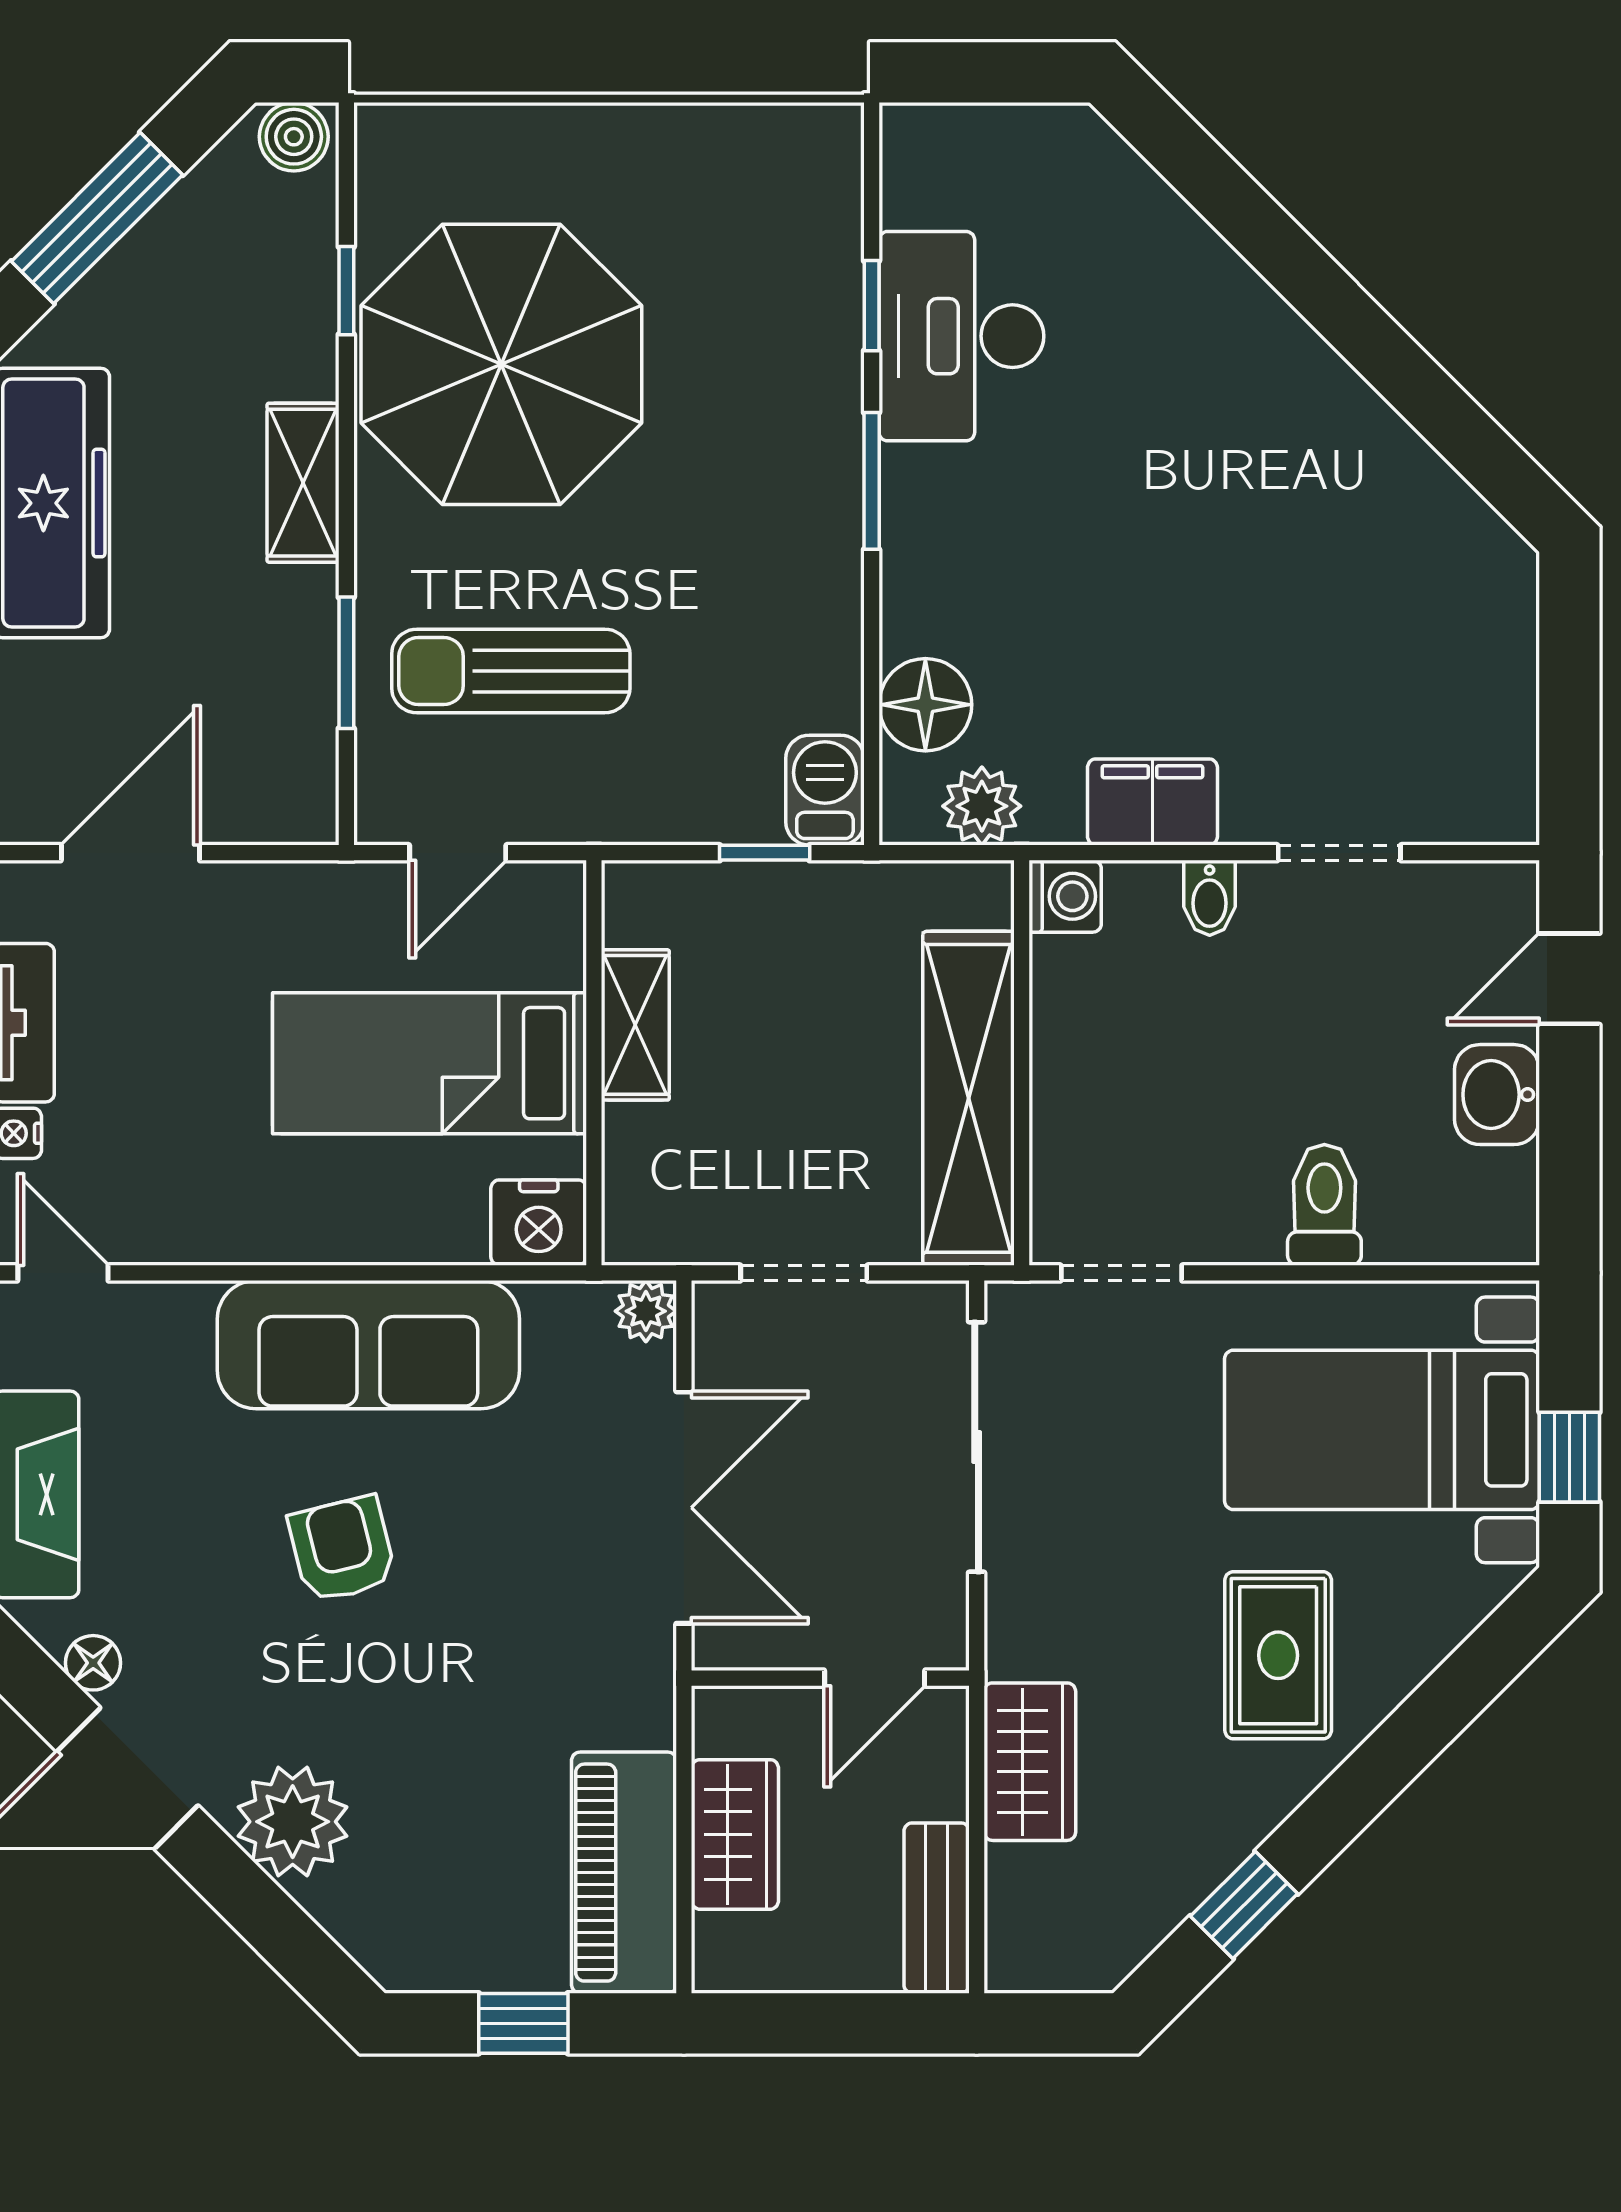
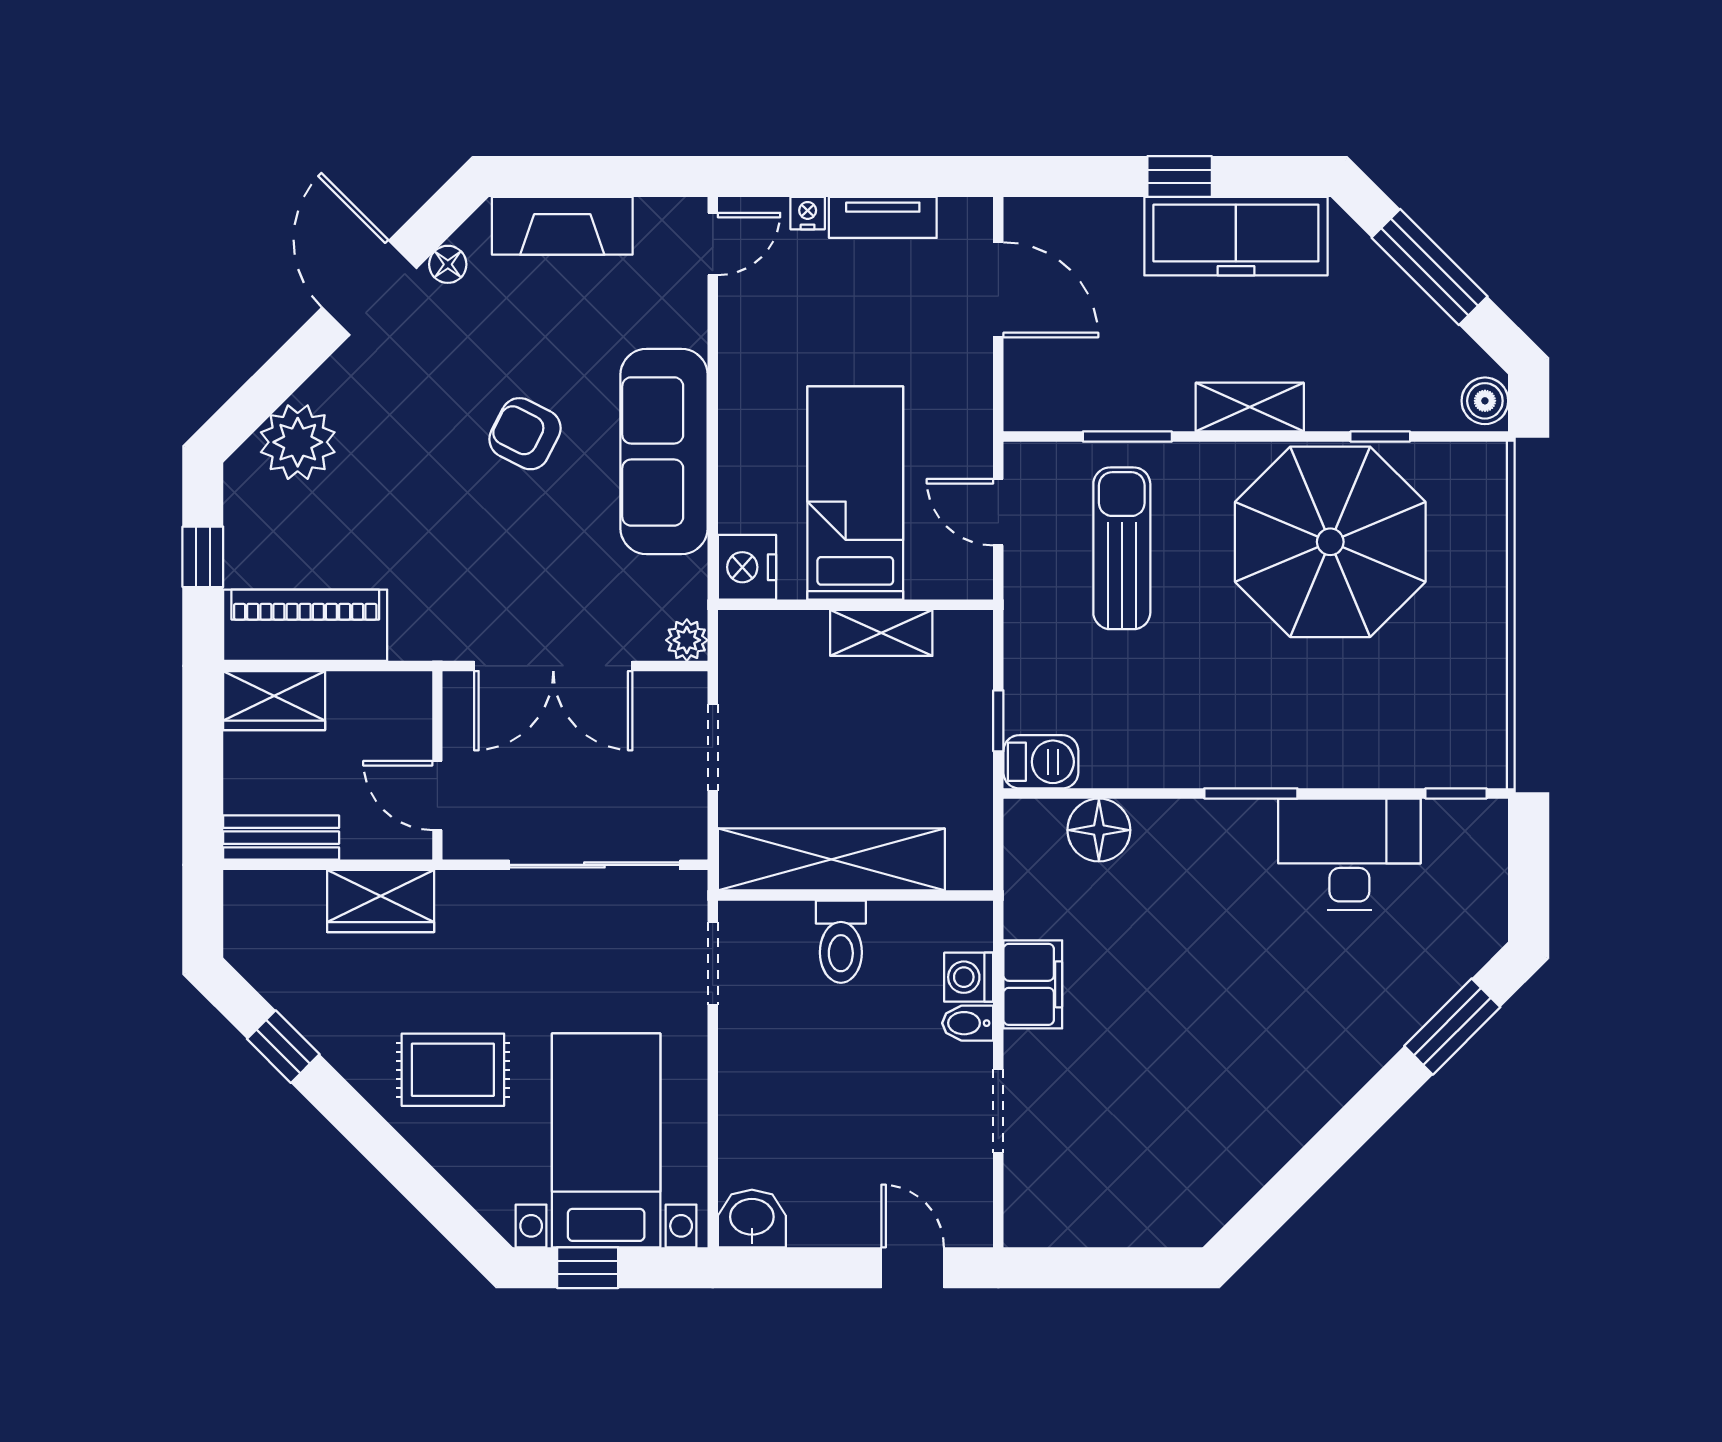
window: (1215, 185) -> (1452, 1027), added
window: (872, 306) -> (1456, 793), moved
plant: (982, 806) -> (1030, 868), removed
washing machine: (1065, 896) -> (969, 977), moved, turned 90
washbasin: (1497, 1095) -> (752, 1218), moved
toilet: (1324, 1205) -> (841, 942), moved, turned 90
armchair: (342, 1549) -> (525, 434), turned -139
plant: (293, 1822) -> (298, 442), moved
wardrobe: (735, 1834) -> (274, 701), moved

